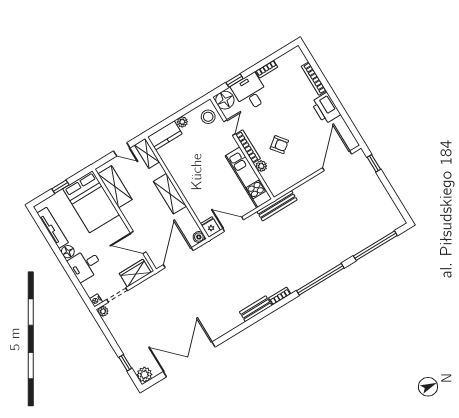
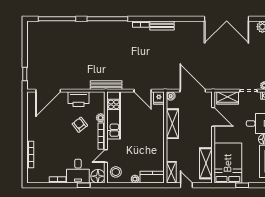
printer: (326, 108) -> (78, 99), moved, turned 90
shelving: (170, 194) -> (172, 124), moved
door: (178, 258) -> (193, 91), swing flipped

